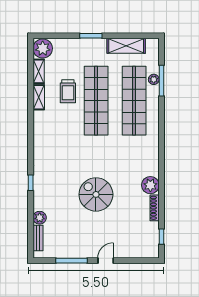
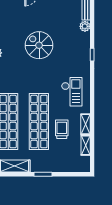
plant: (43, 48) -> (82, 164), removed
checkout: (56, 137) -> (72, 92), added
spiral stairs: (96, 194) -> (39, 45), turned 180

